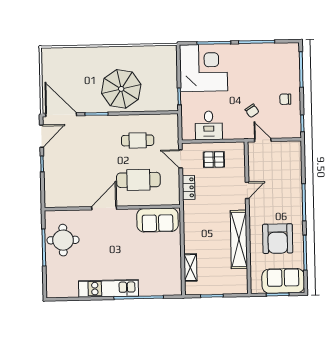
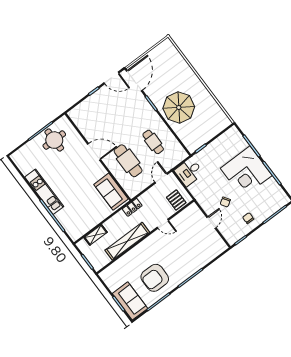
corner desk: (204, 68) -> (246, 172), moved, turned 90
desk: (209, 125) -> (189, 172), moved
locker: (189, 187) -> (132, 207), moved
door: (247, 190) -> (163, 224), moved
wall: (248, 218) -> (145, 237), moved
shelving: (239, 239) -> (127, 241), moved

